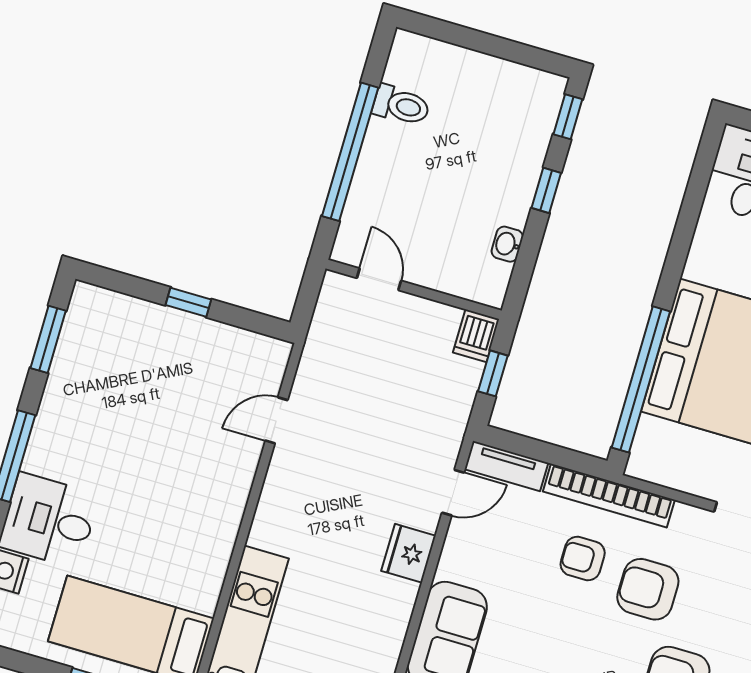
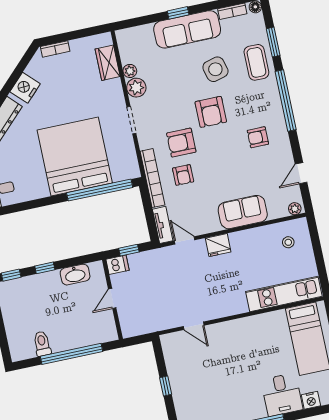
washbasin: (507, 244) -> (75, 275), width x1.91, depth x1.45
door: (379, 279) -> (112, 298), moved
armchair: (648, 589) -> (181, 143), turned 90

